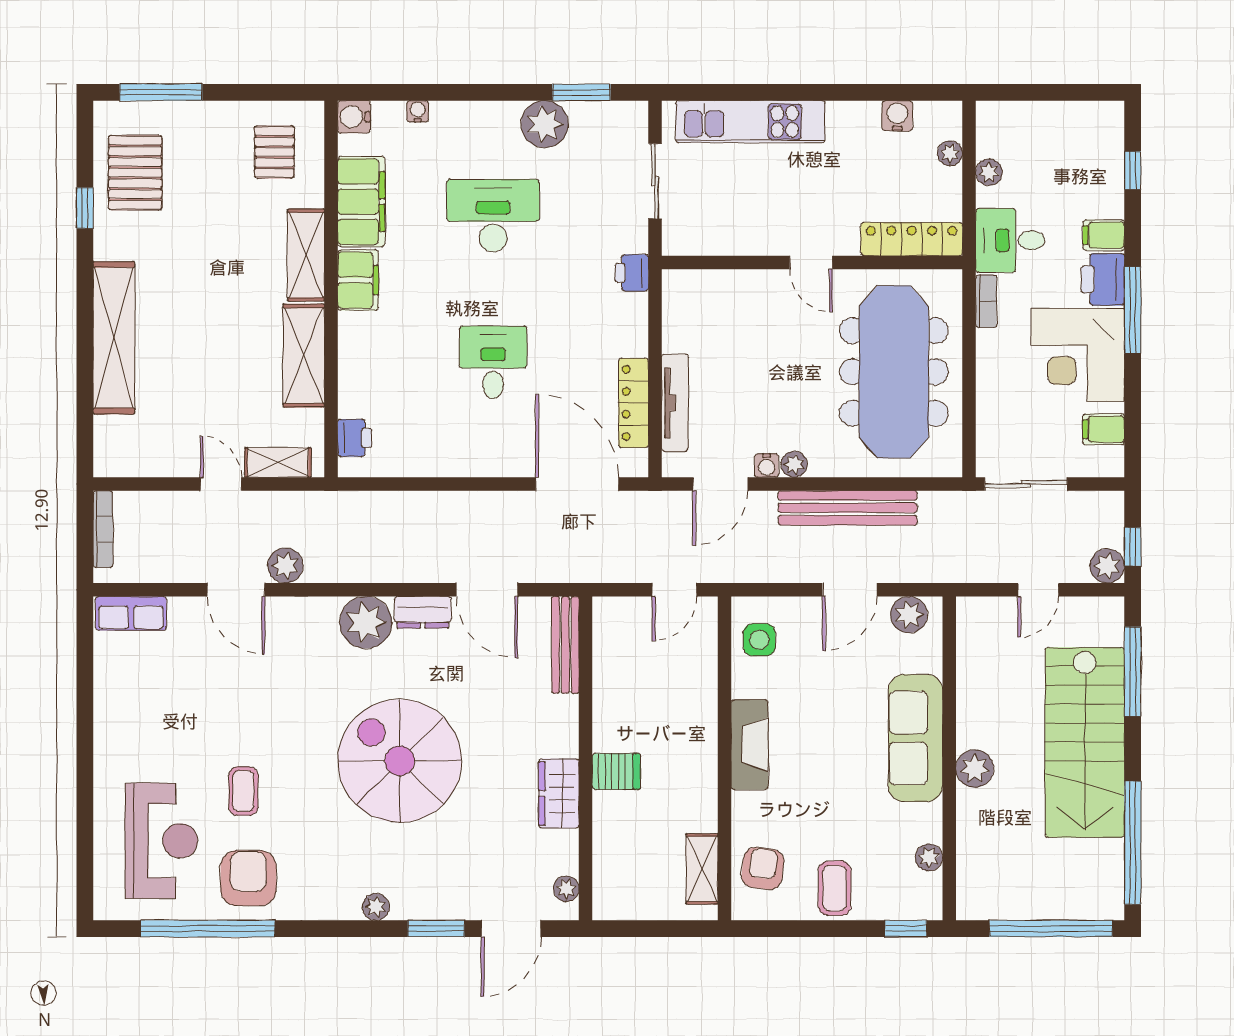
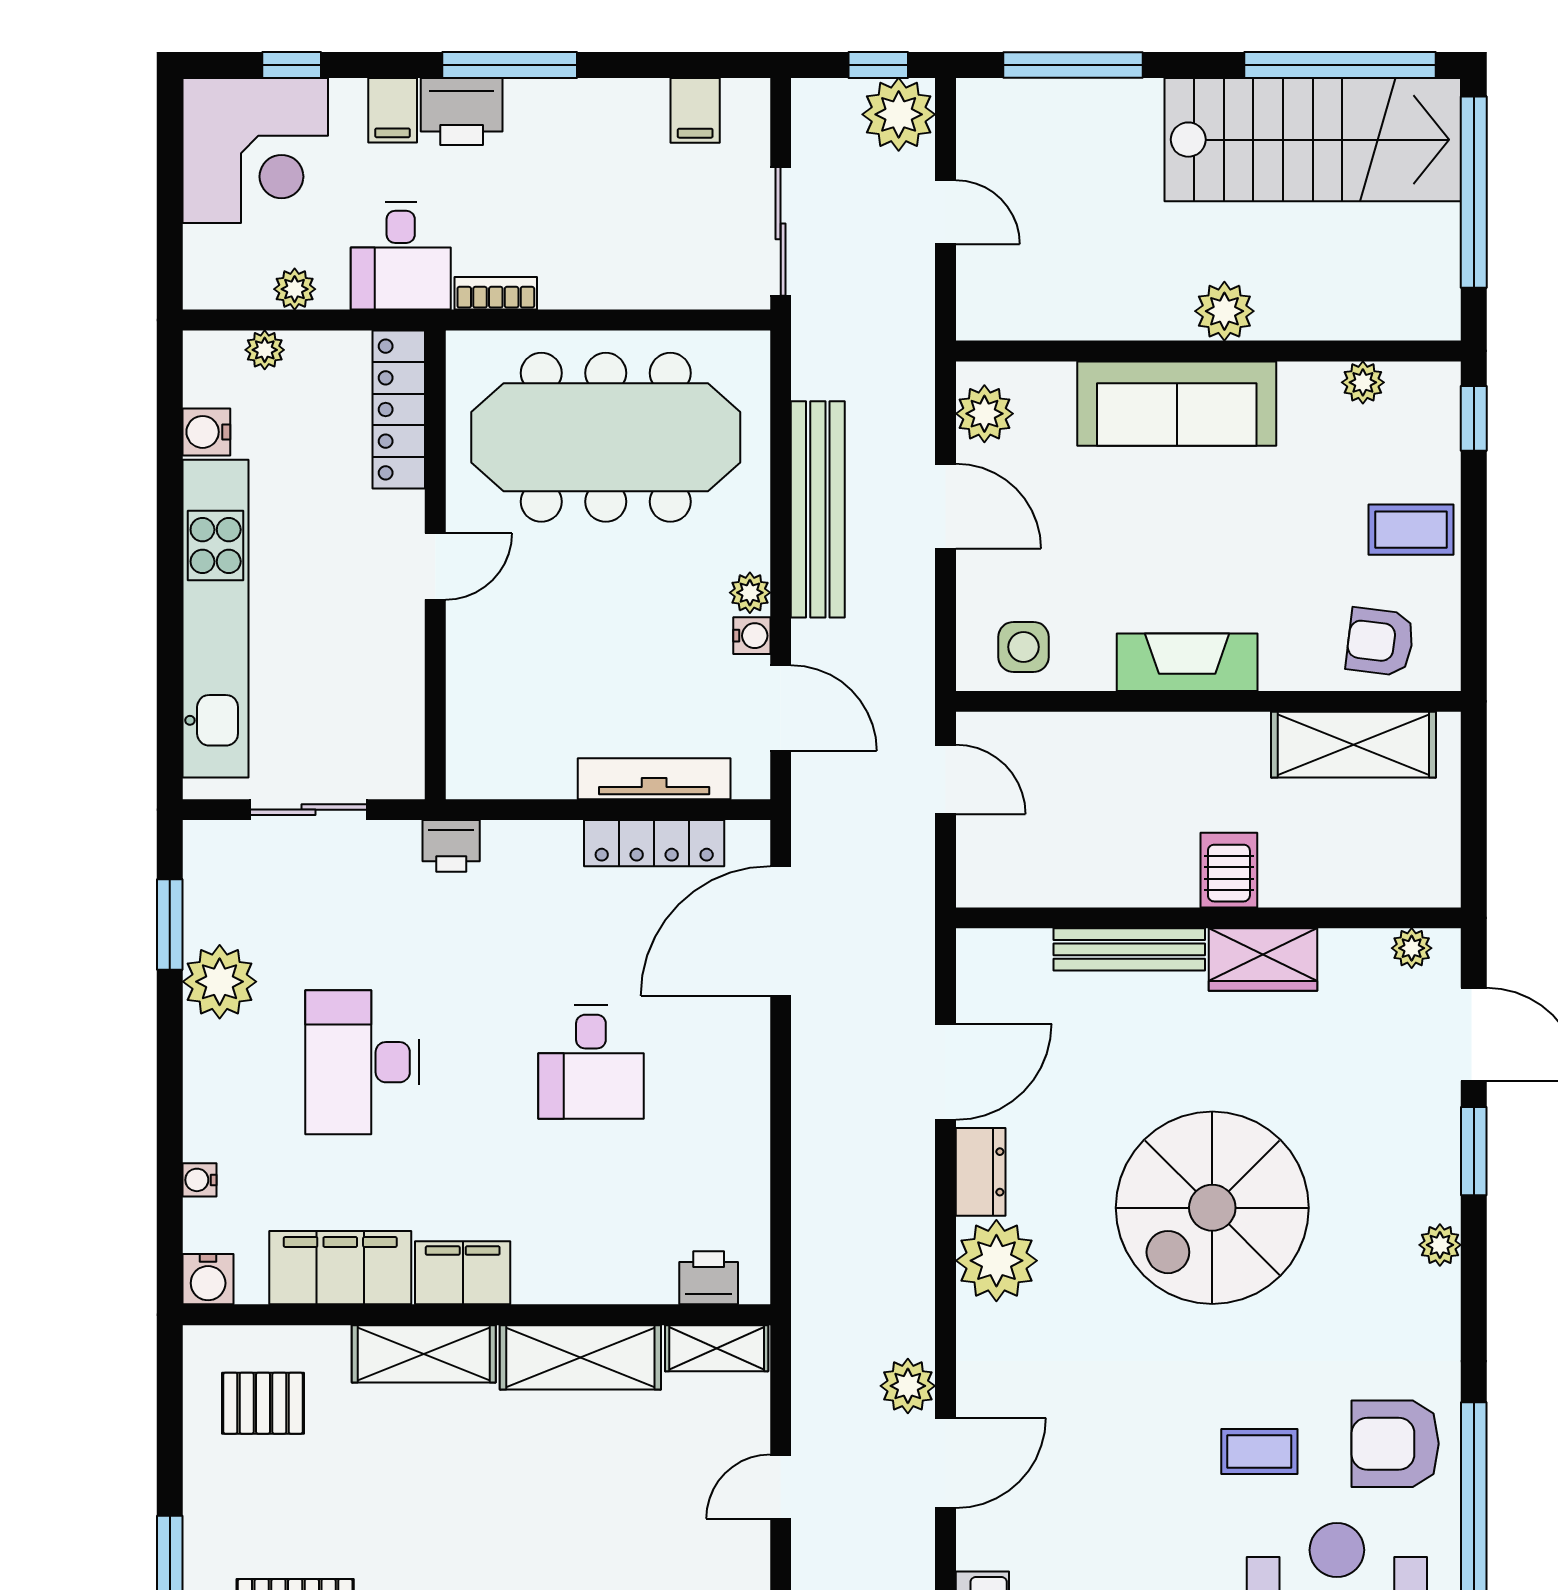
kitchen unit: (750, 122) -> (216, 619), width x1.36
corner desk: (1078, 355) -> (255, 150), moved
desk: (493, 362) -> (591, 1062), turned -90
shelving: (278, 462) -> (717, 1348), moved, turned 90
plant: (1107, 566) -> (899, 114), width x1.36, depth x1.36
bench: (565, 645) -> (1129, 949), moved
stairs: (1085, 742) -> (1313, 140), moved
shelving: (702, 869) -> (1353, 745), width x1.50, depth x1.33

